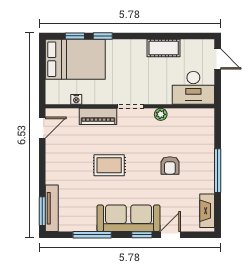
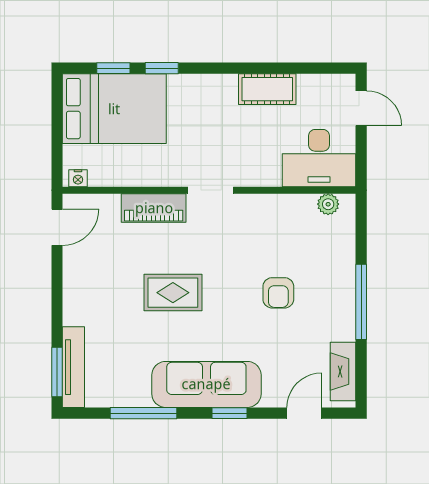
nightstand: (76, 99) -> (78, 178), moved
plant: (161, 114) -> (328, 204), moved
door: (170, 235) -> (304, 413), moved

